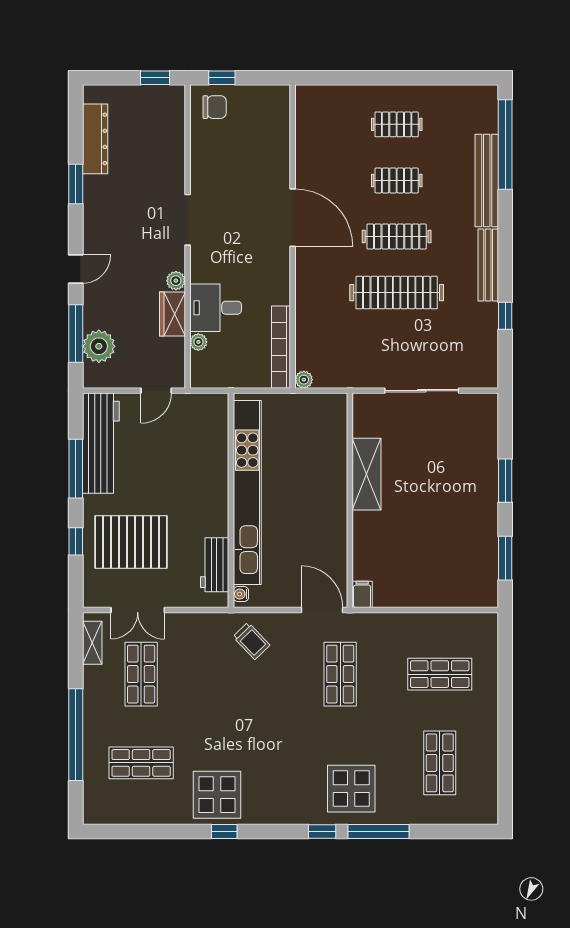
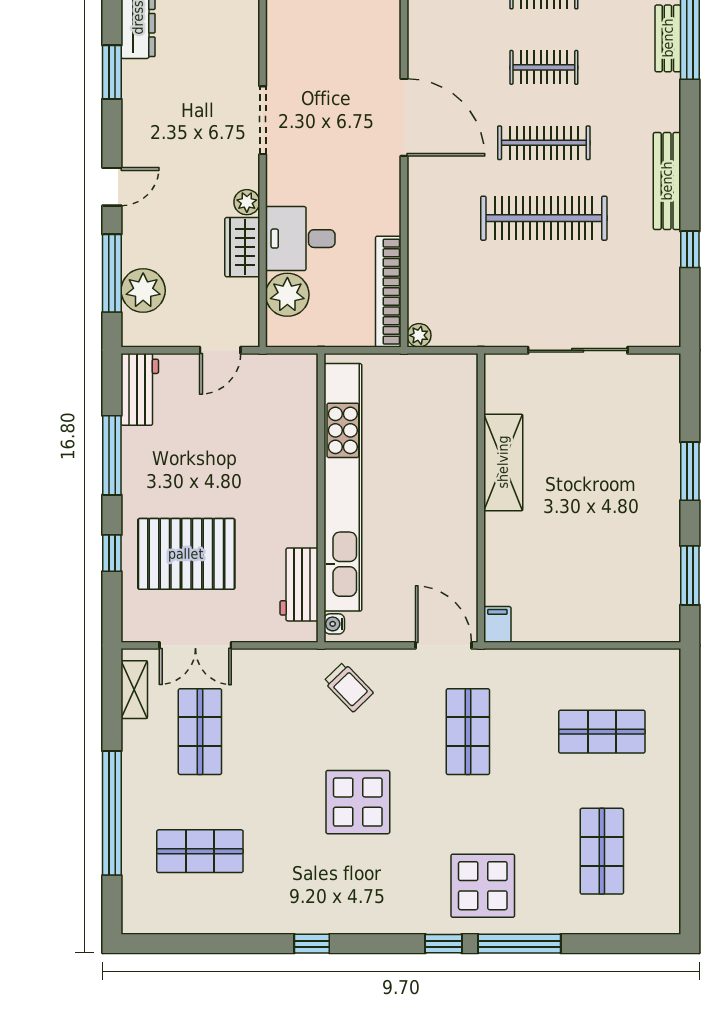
bench: (487, 180) -> (668, 38), width x0.54, depth x0.82
plant: (198, 342) -> (287, 295), width x1.88, depth x1.88
workbench: (101, 443) -> (140, 389), width x0.53, depth x0.76
display table: (217, 795) -> (358, 802), moved

